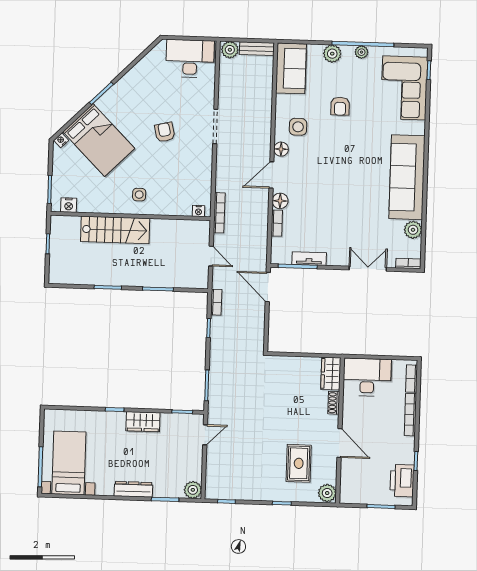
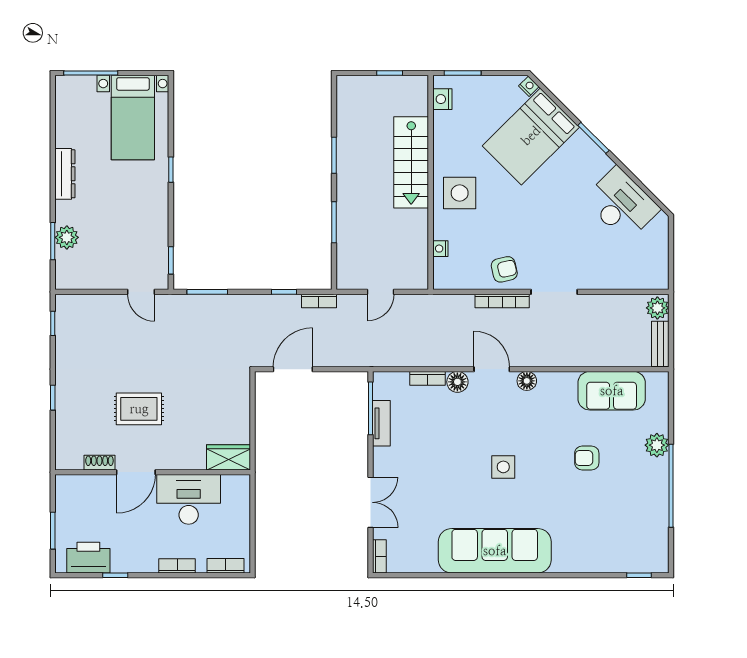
plant: (361, 52) -> (660, 484), removed
desk: (190, 59) -> (621, 204), moved, turned -45
sofa: (291, 68) -> (612, 391), moved
corner sofa: (404, 88) -> (614, 543), removed
side table: (298, 127) -> (503, 467), moved
armchair: (165, 132) -> (504, 269), moved
side table: (139, 195) -> (460, 193), width x1.87, depth x1.87
nightstand: (199, 211) -> (440, 249), moved
bookcase: (219, 213) -> (502, 301), moved
plant: (413, 230) -> (425, 561), removed
door: (268, 287) -> (293, 369), moved
desk: (367, 377) -> (189, 499), moved, turned -90
shoe rack: (334, 403) -> (99, 463), moved
bookcase: (410, 415) -> (177, 566), width x0.64
wardrobe: (143, 422) -> (156, 208), removed
bed with nightstands: (69, 463) -> (133, 117), moved, turned 90
rug: (299, 463) -> (139, 409), moved
dresser: (133, 489) -> (65, 174), moved
plant: (193, 490) -> (67, 237), moved
plant: (327, 493) -> (68, 458), removed

